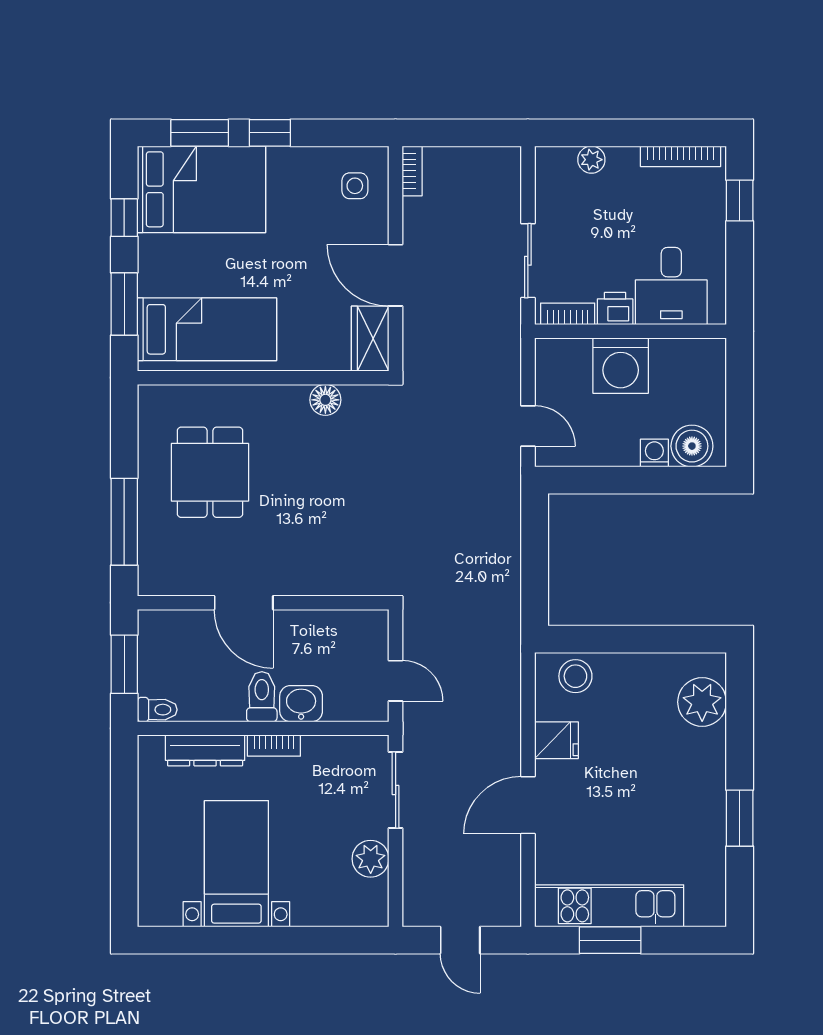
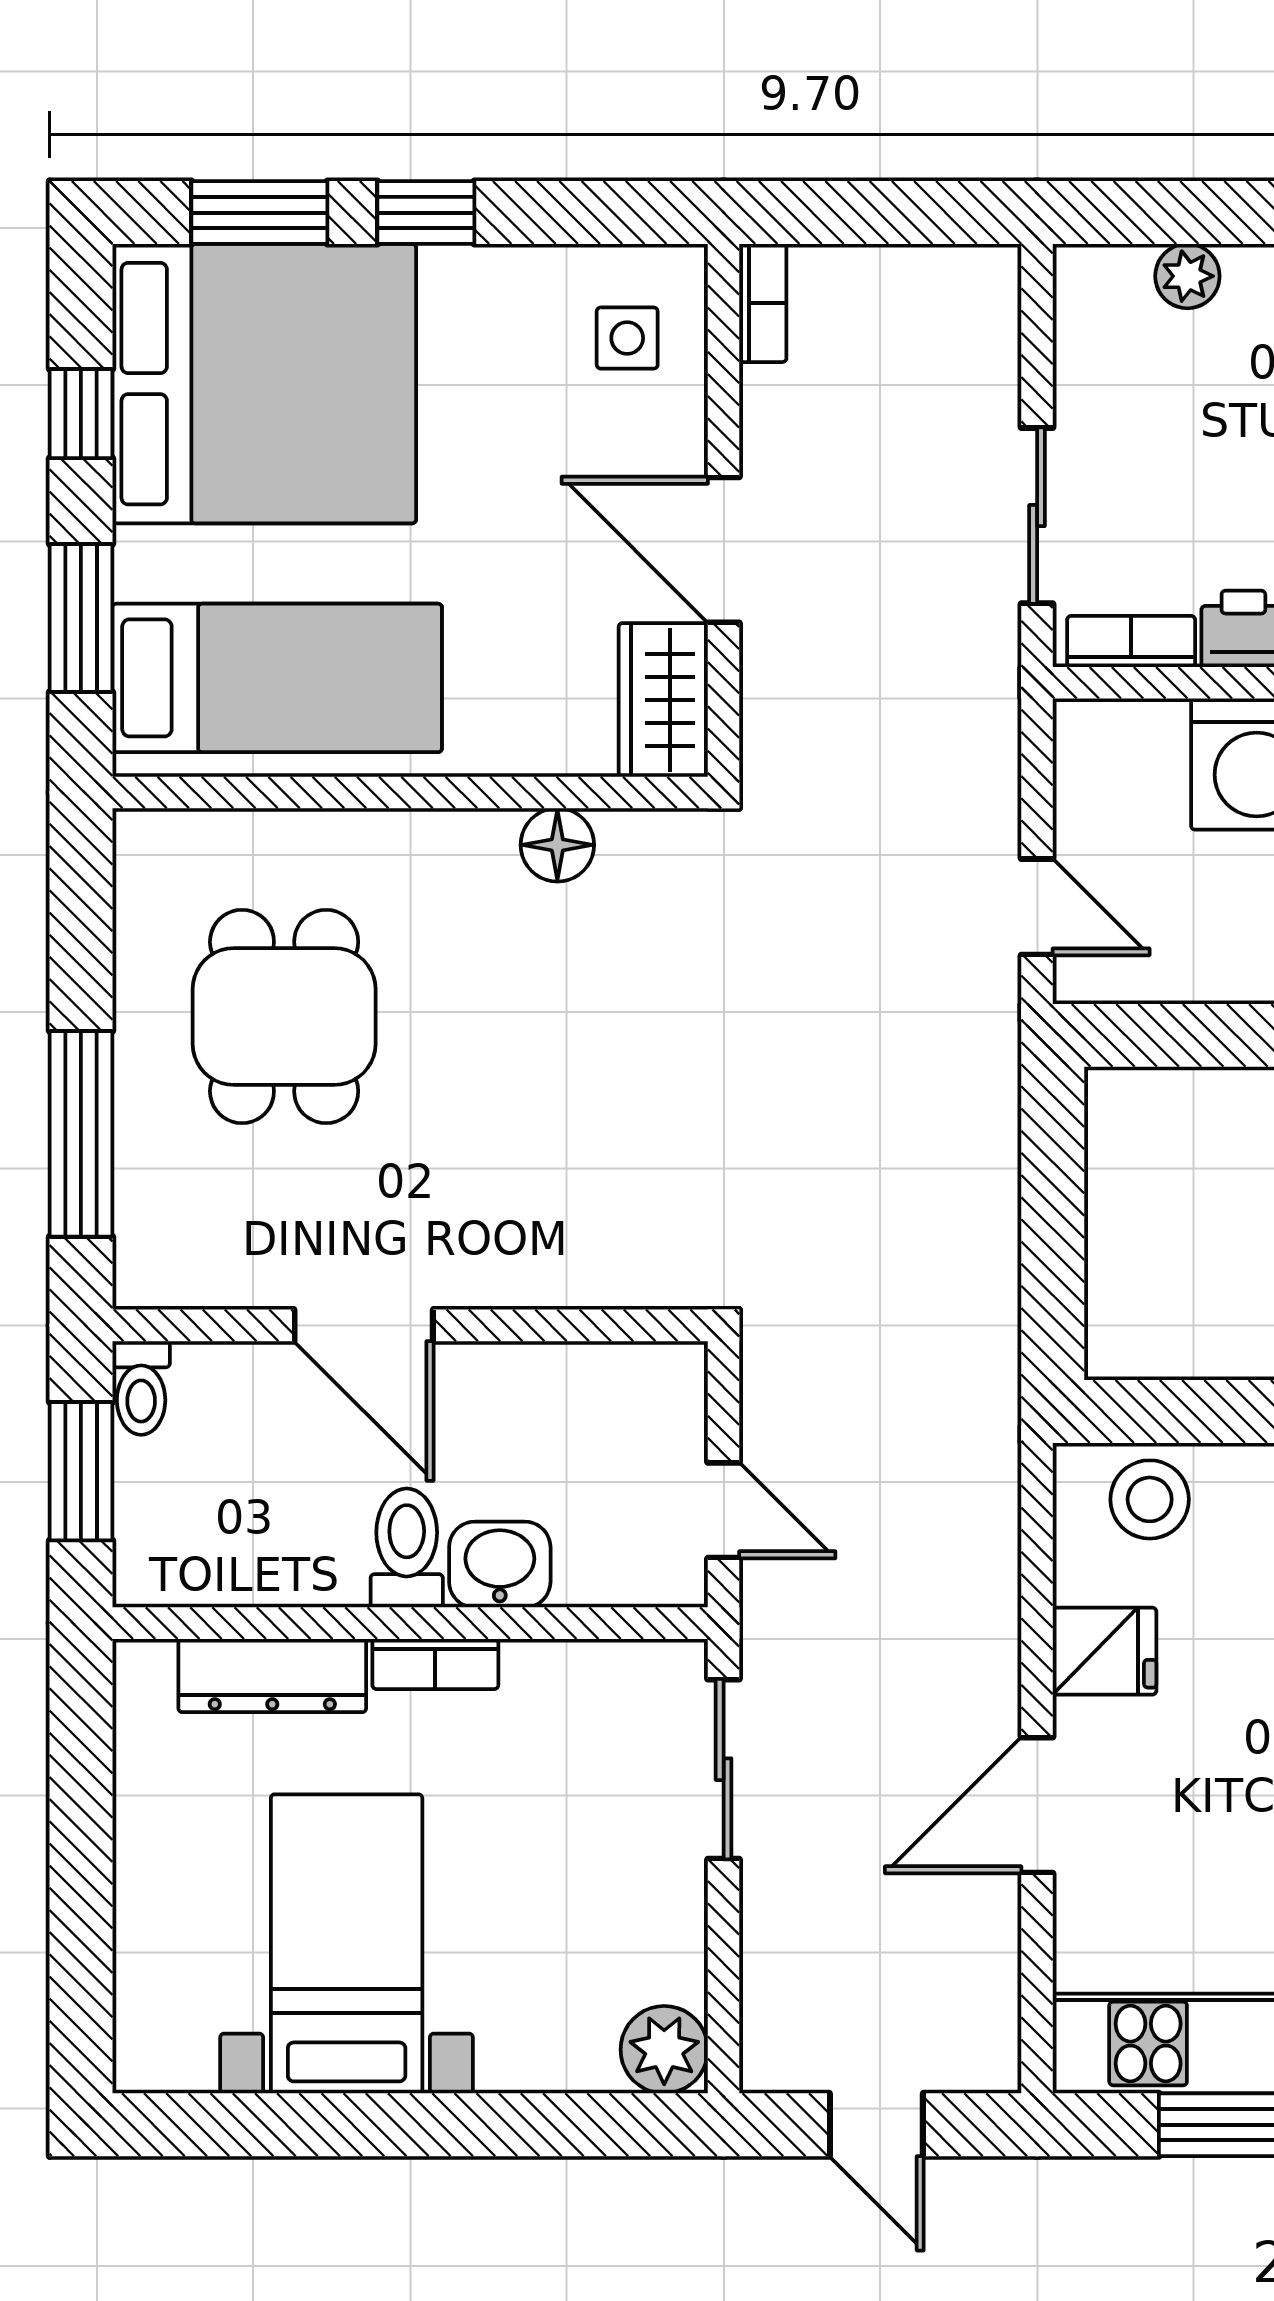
bed: (202, 189) -> (264, 384), width x1.36
toilet: (157, 710) -> (141, 1388), moved, turned 90
plant: (371, 859) -> (664, 2050), moved

